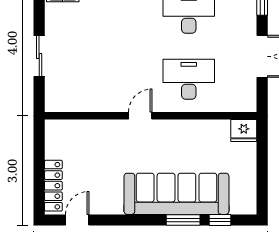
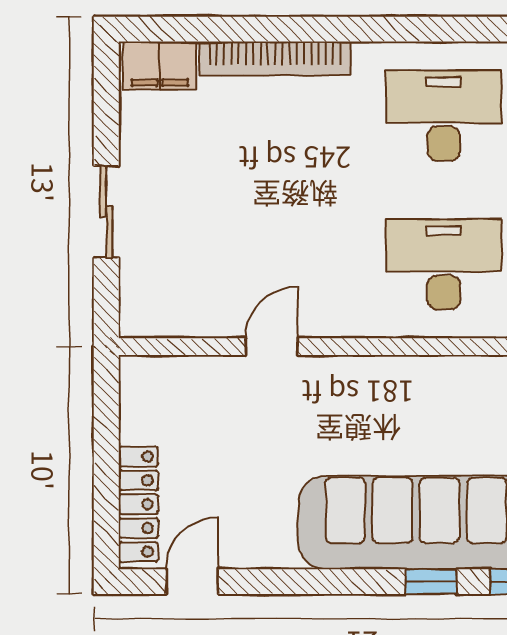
door: (140, 116) -> (272, 347), moved
window: (183, 220) -> (431, 582), width x0.67

